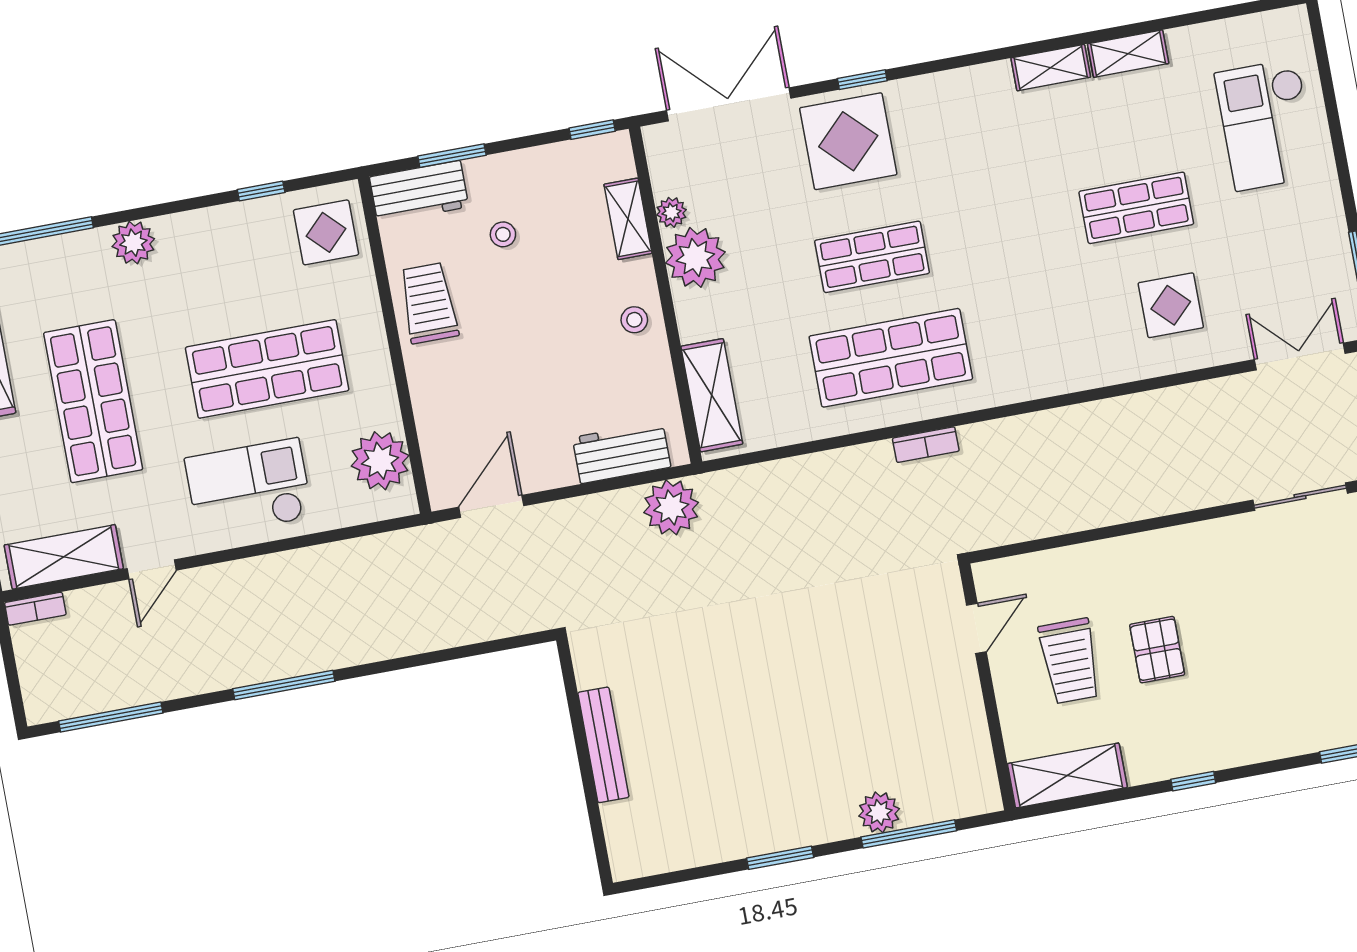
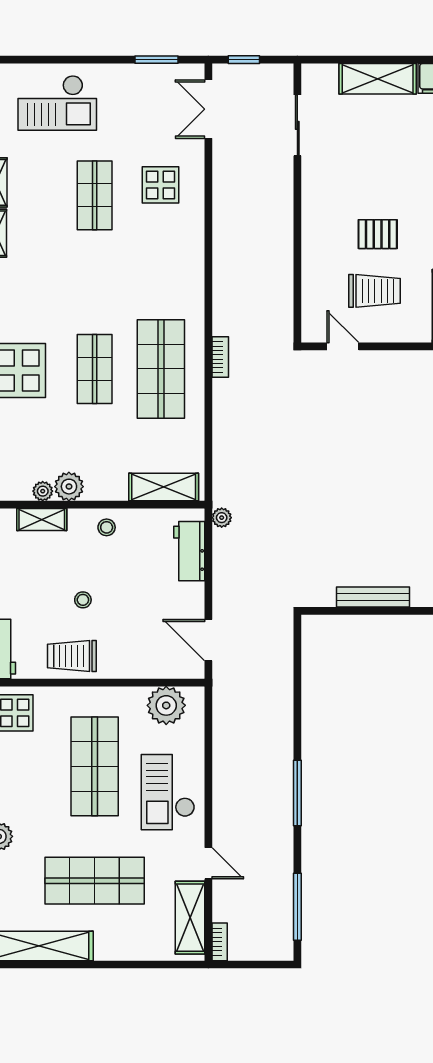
stool: (503, 234) -> (83, 600), moved
plant: (695, 257) -> (69, 487), width x0.73, depth x0.73
plant: (671, 507) -> (222, 518), width x0.53, depth x0.53

